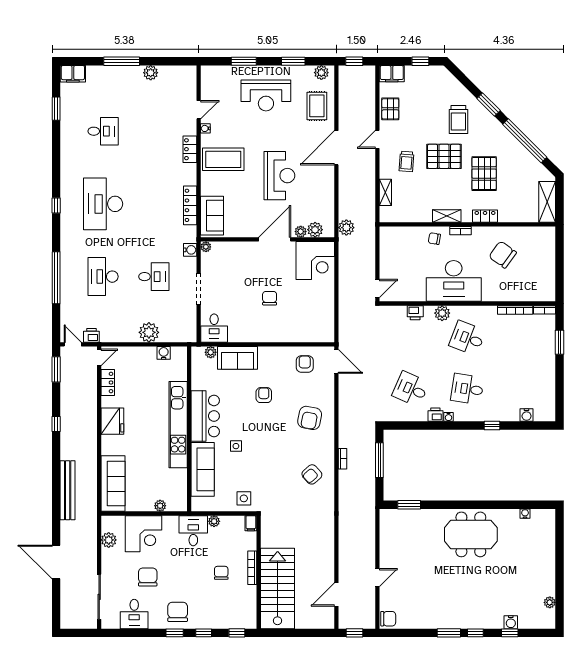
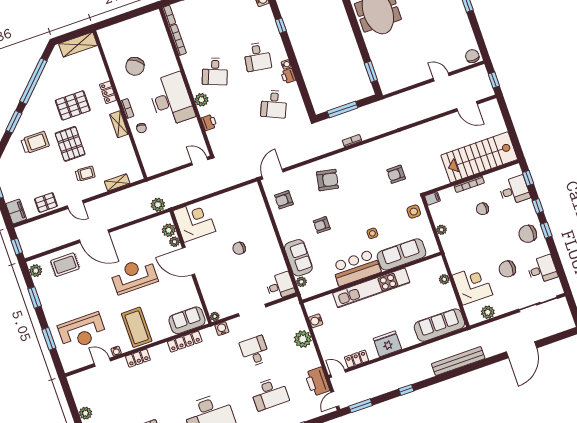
reception desk: (266, 95) -> (82, 331), moved, turned 90
printer: (91, 335) -> (317, 382), width x1.87, depth x1.48
armchair: (312, 474) -> (396, 174), moved, turned 132
desk: (193, 531) -> (514, 190), moved, turned 180

